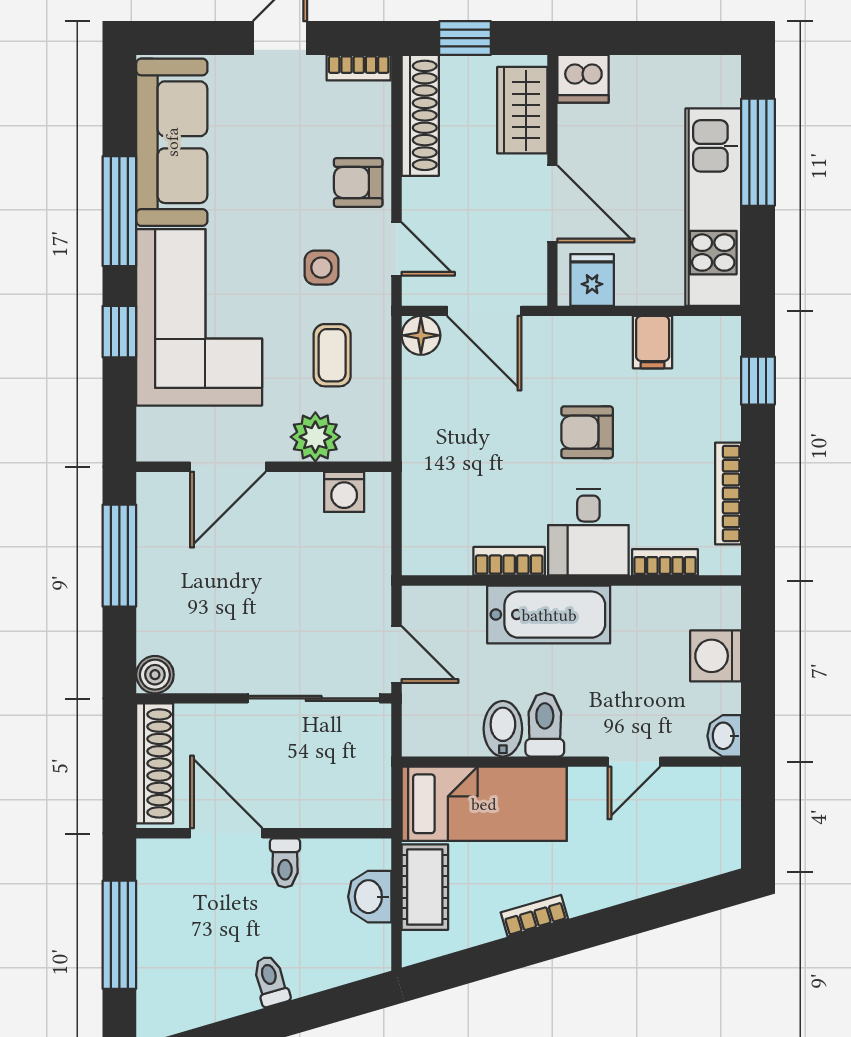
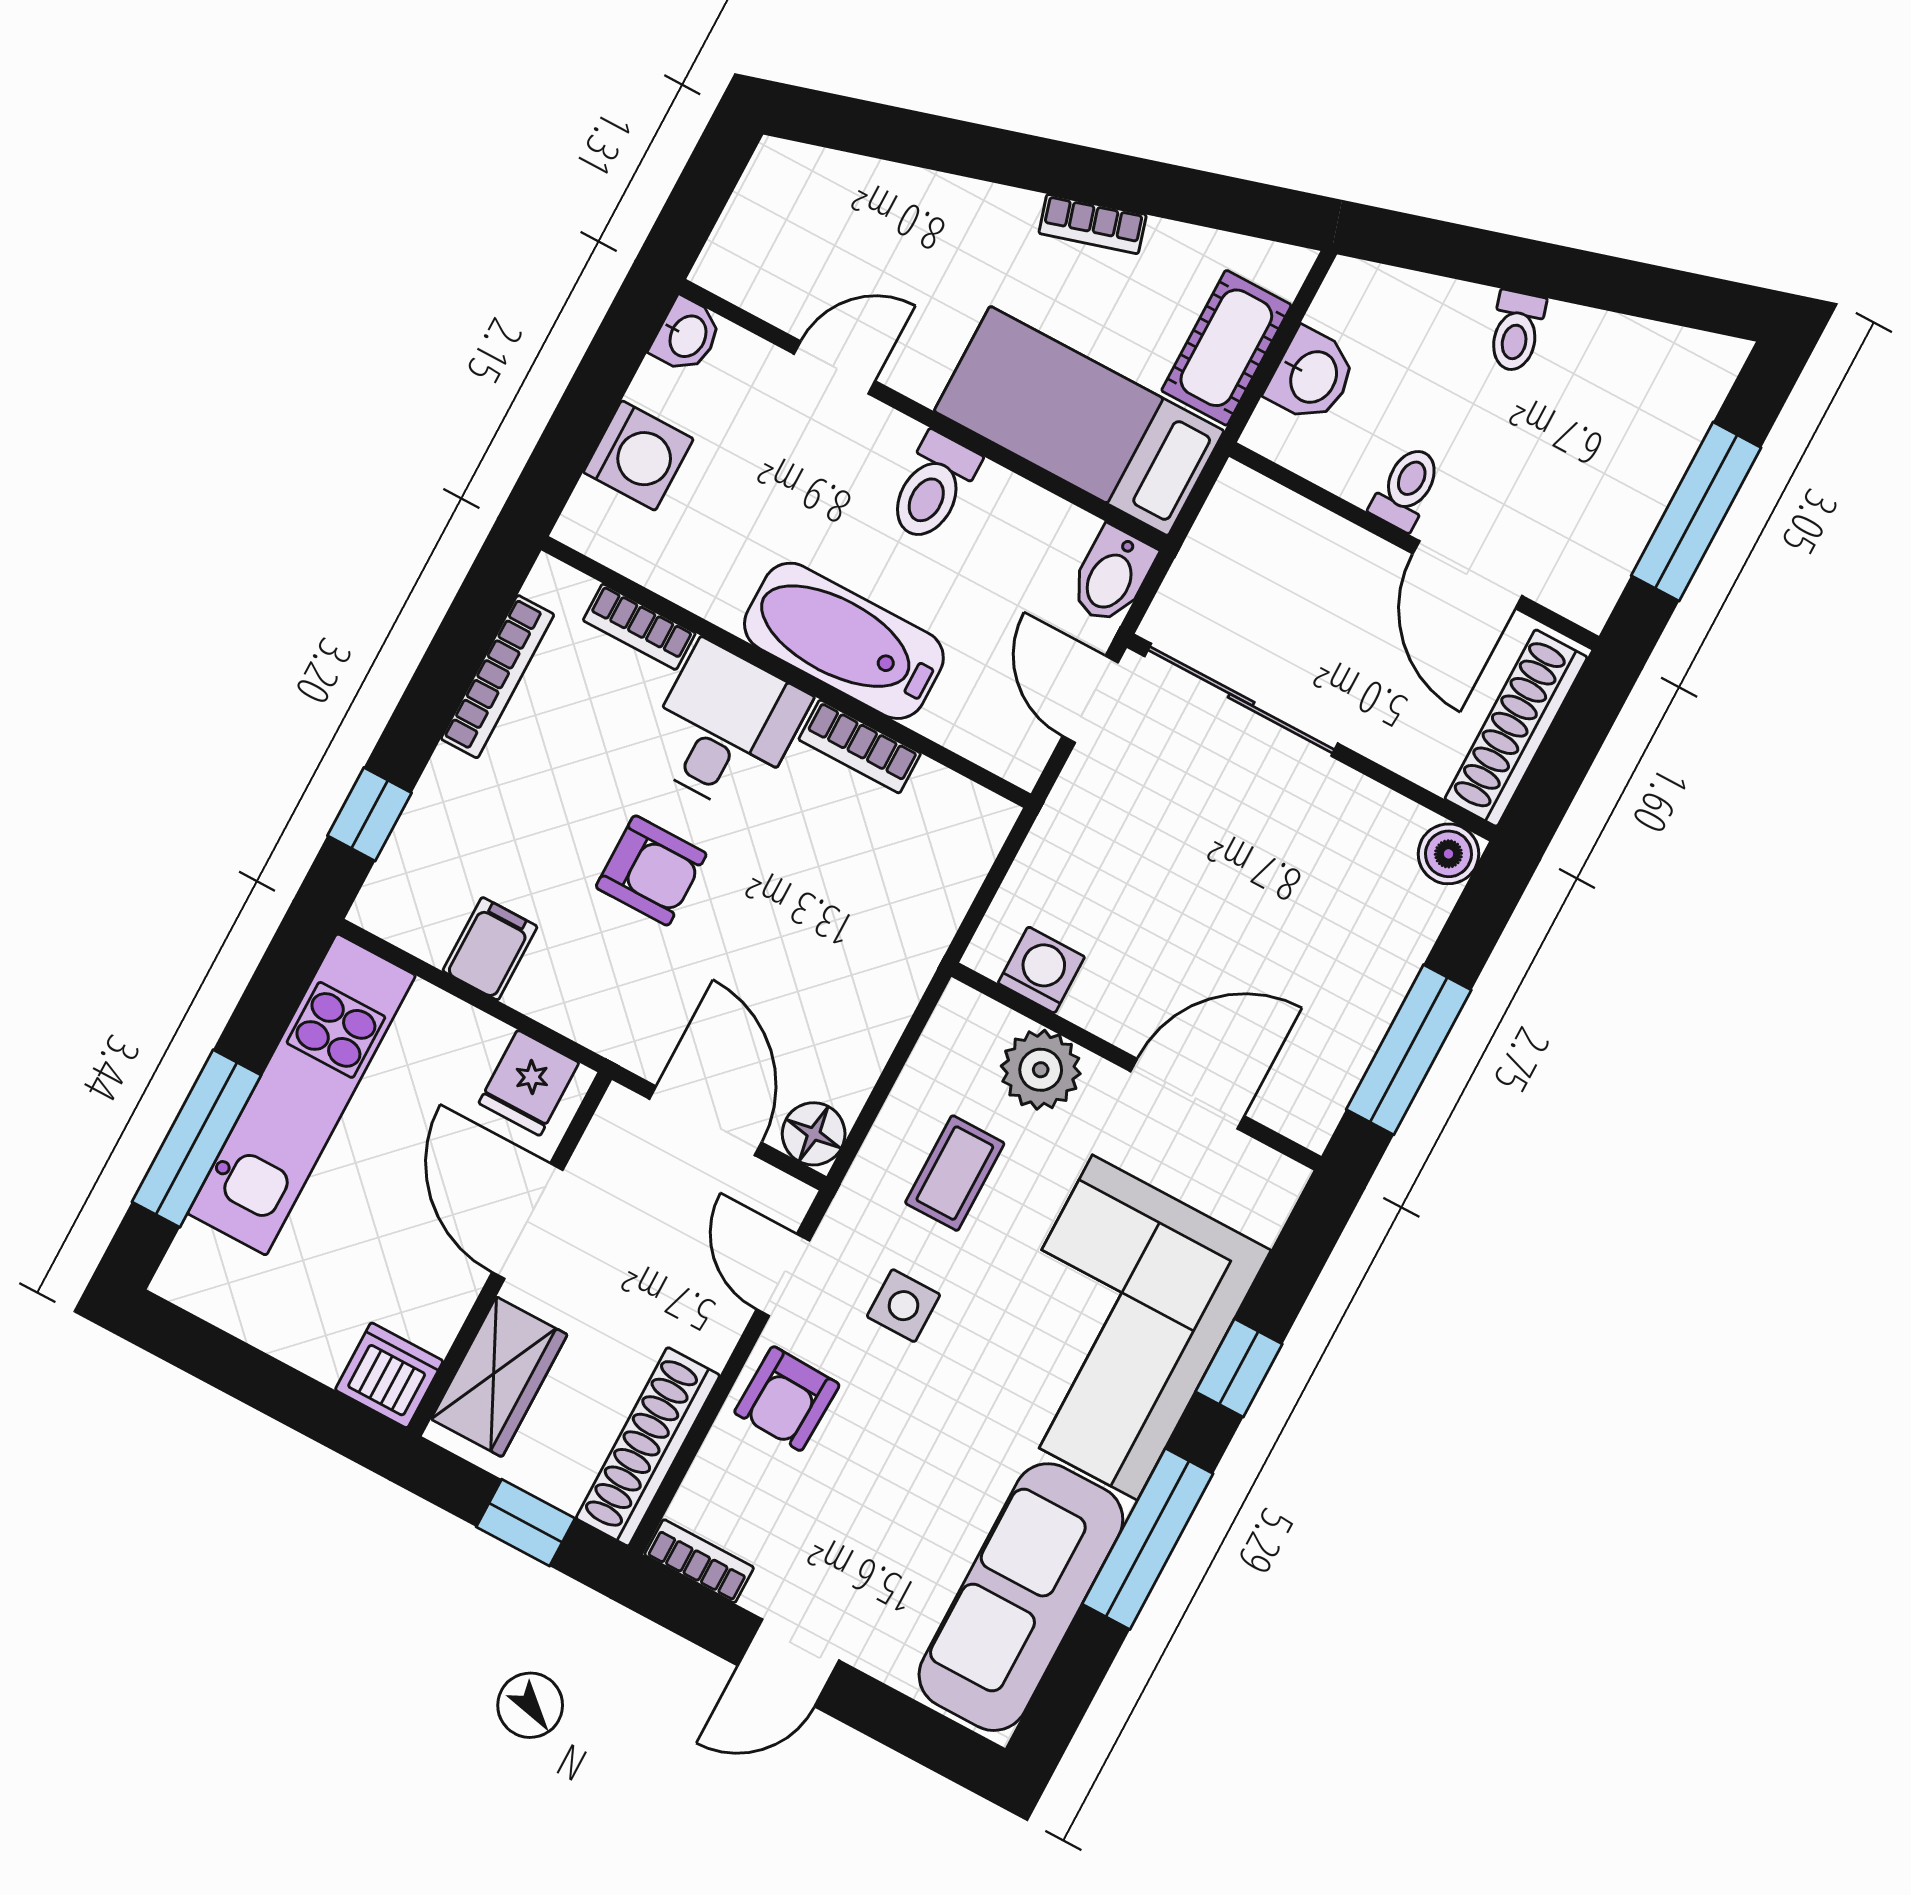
armchair: (358, 182) -> (787, 1399), turned 92
bidet: (503, 729) -> (1112, 576), moved

